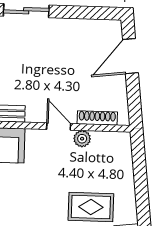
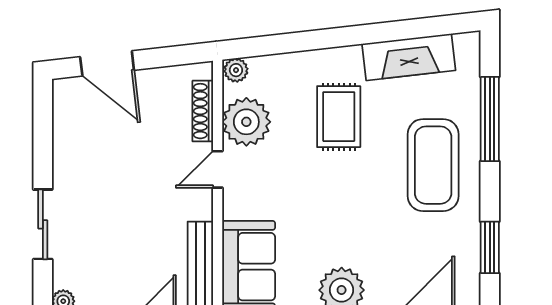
plant: (82, 139) -> (246, 122), width x1.88, depth x1.88
plant: (123, 141) -> (236, 70), added

